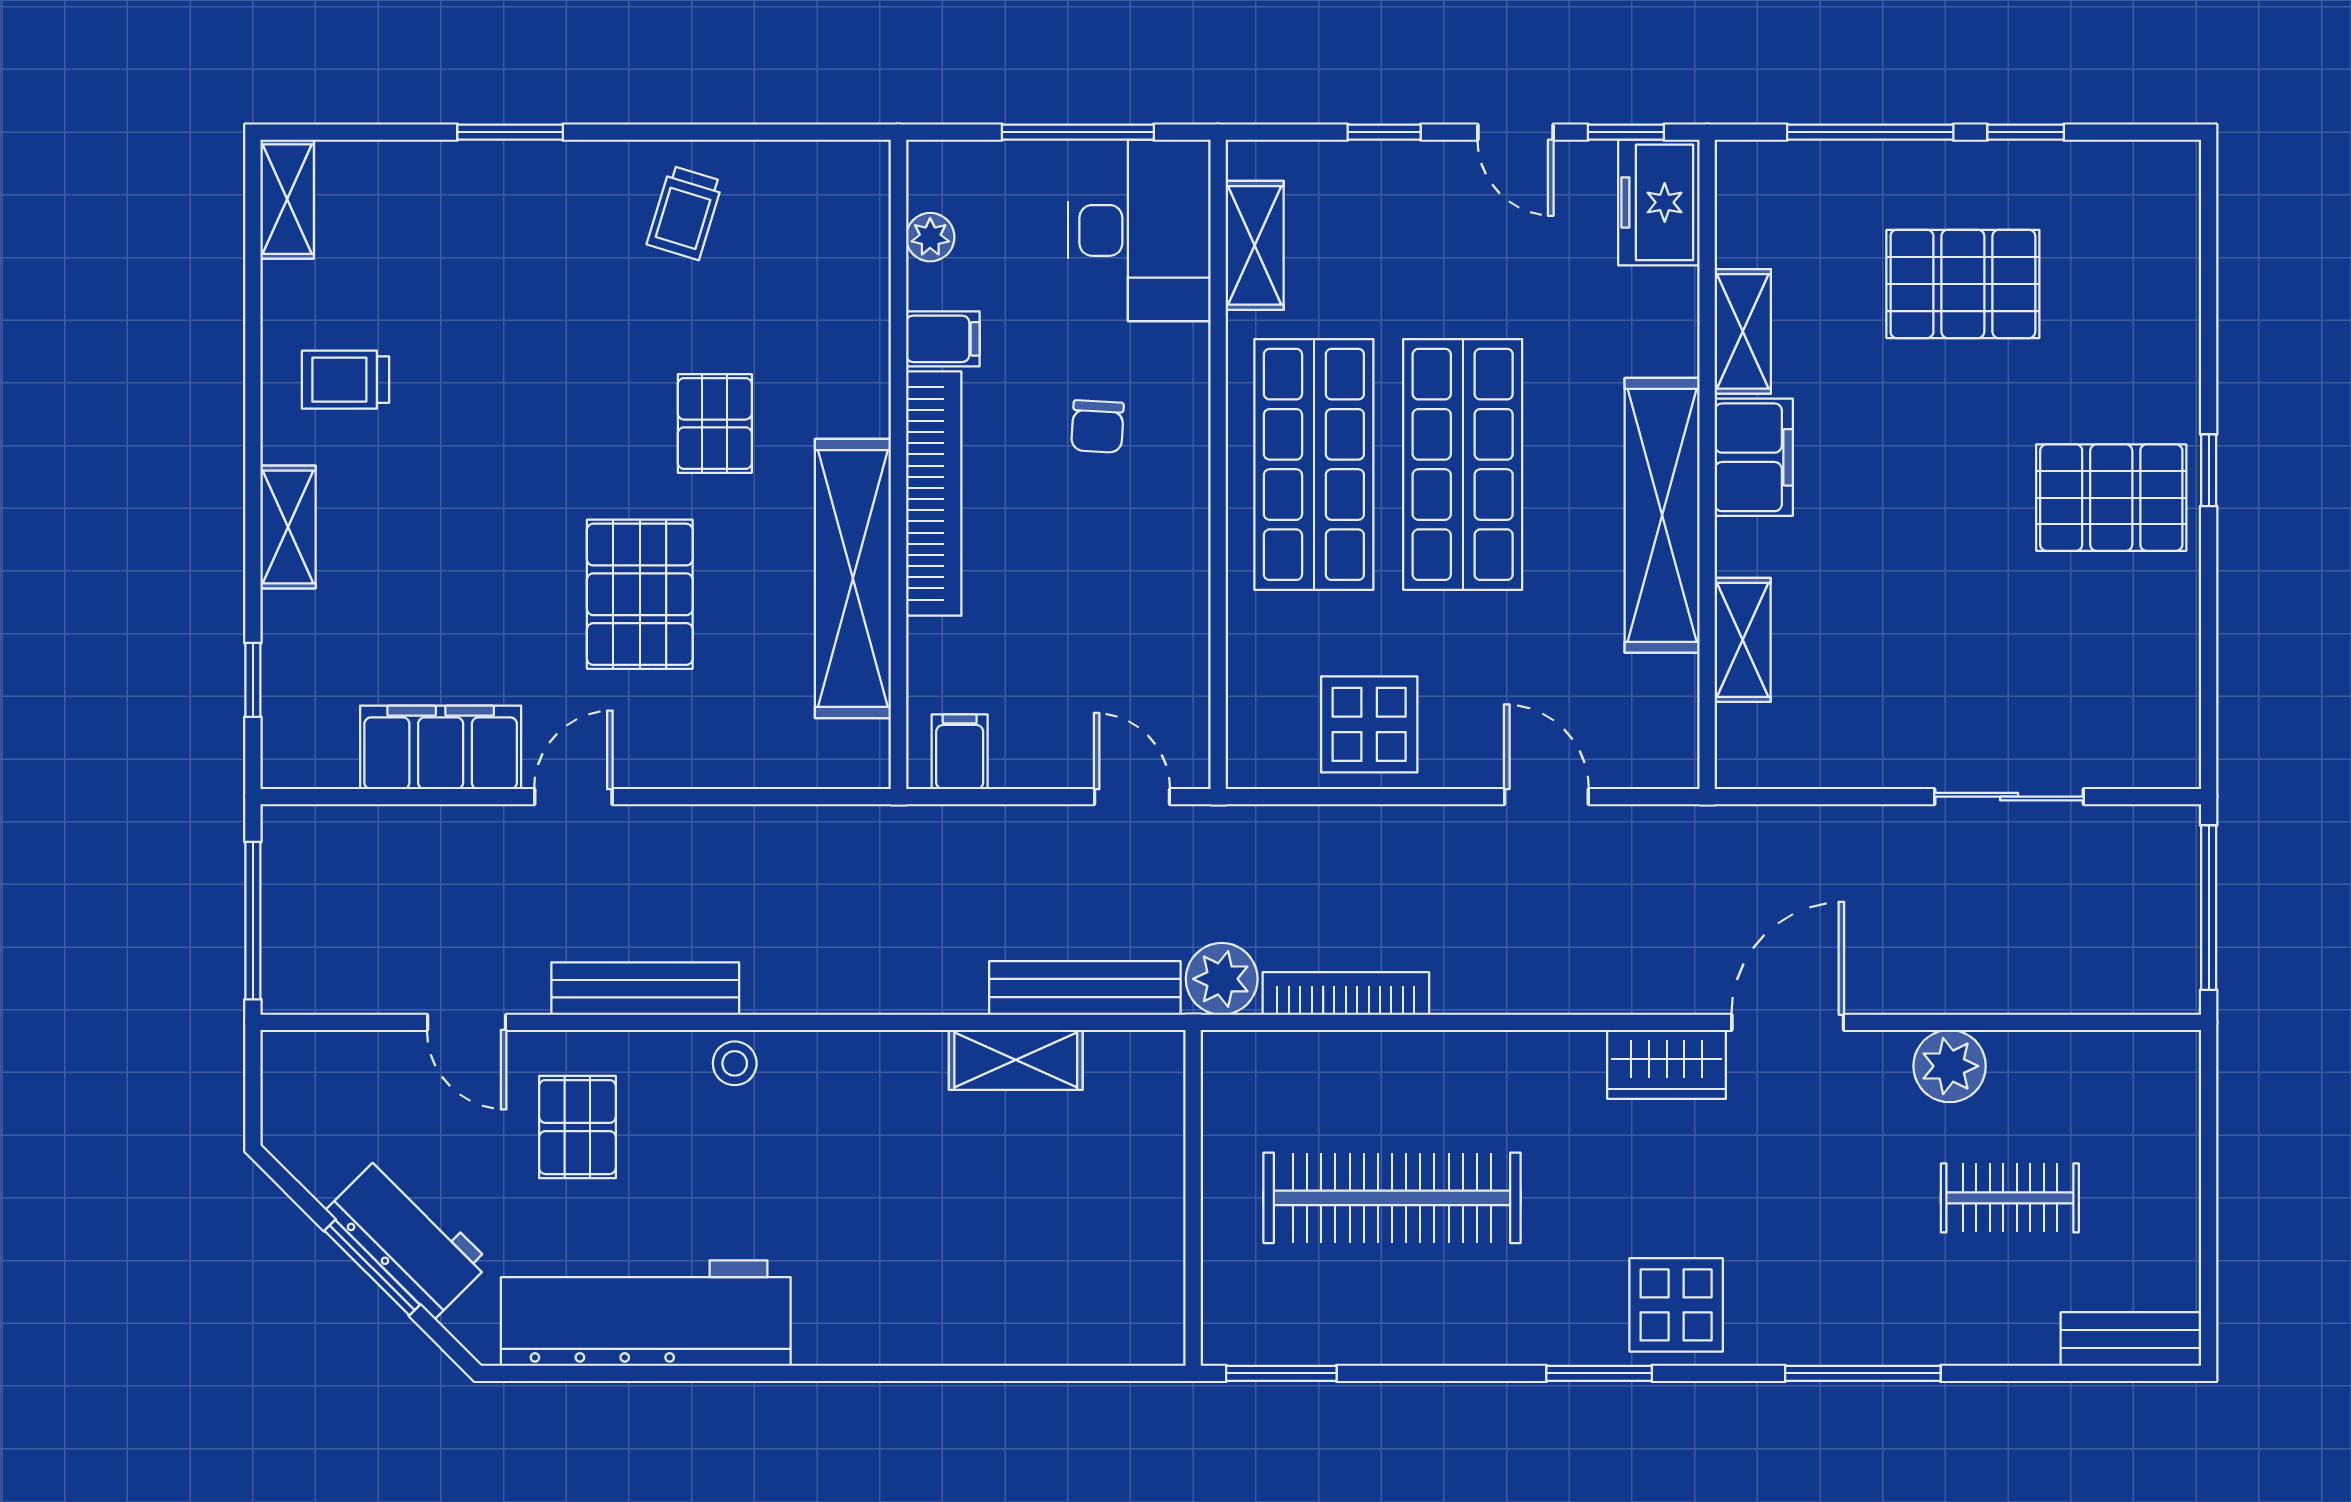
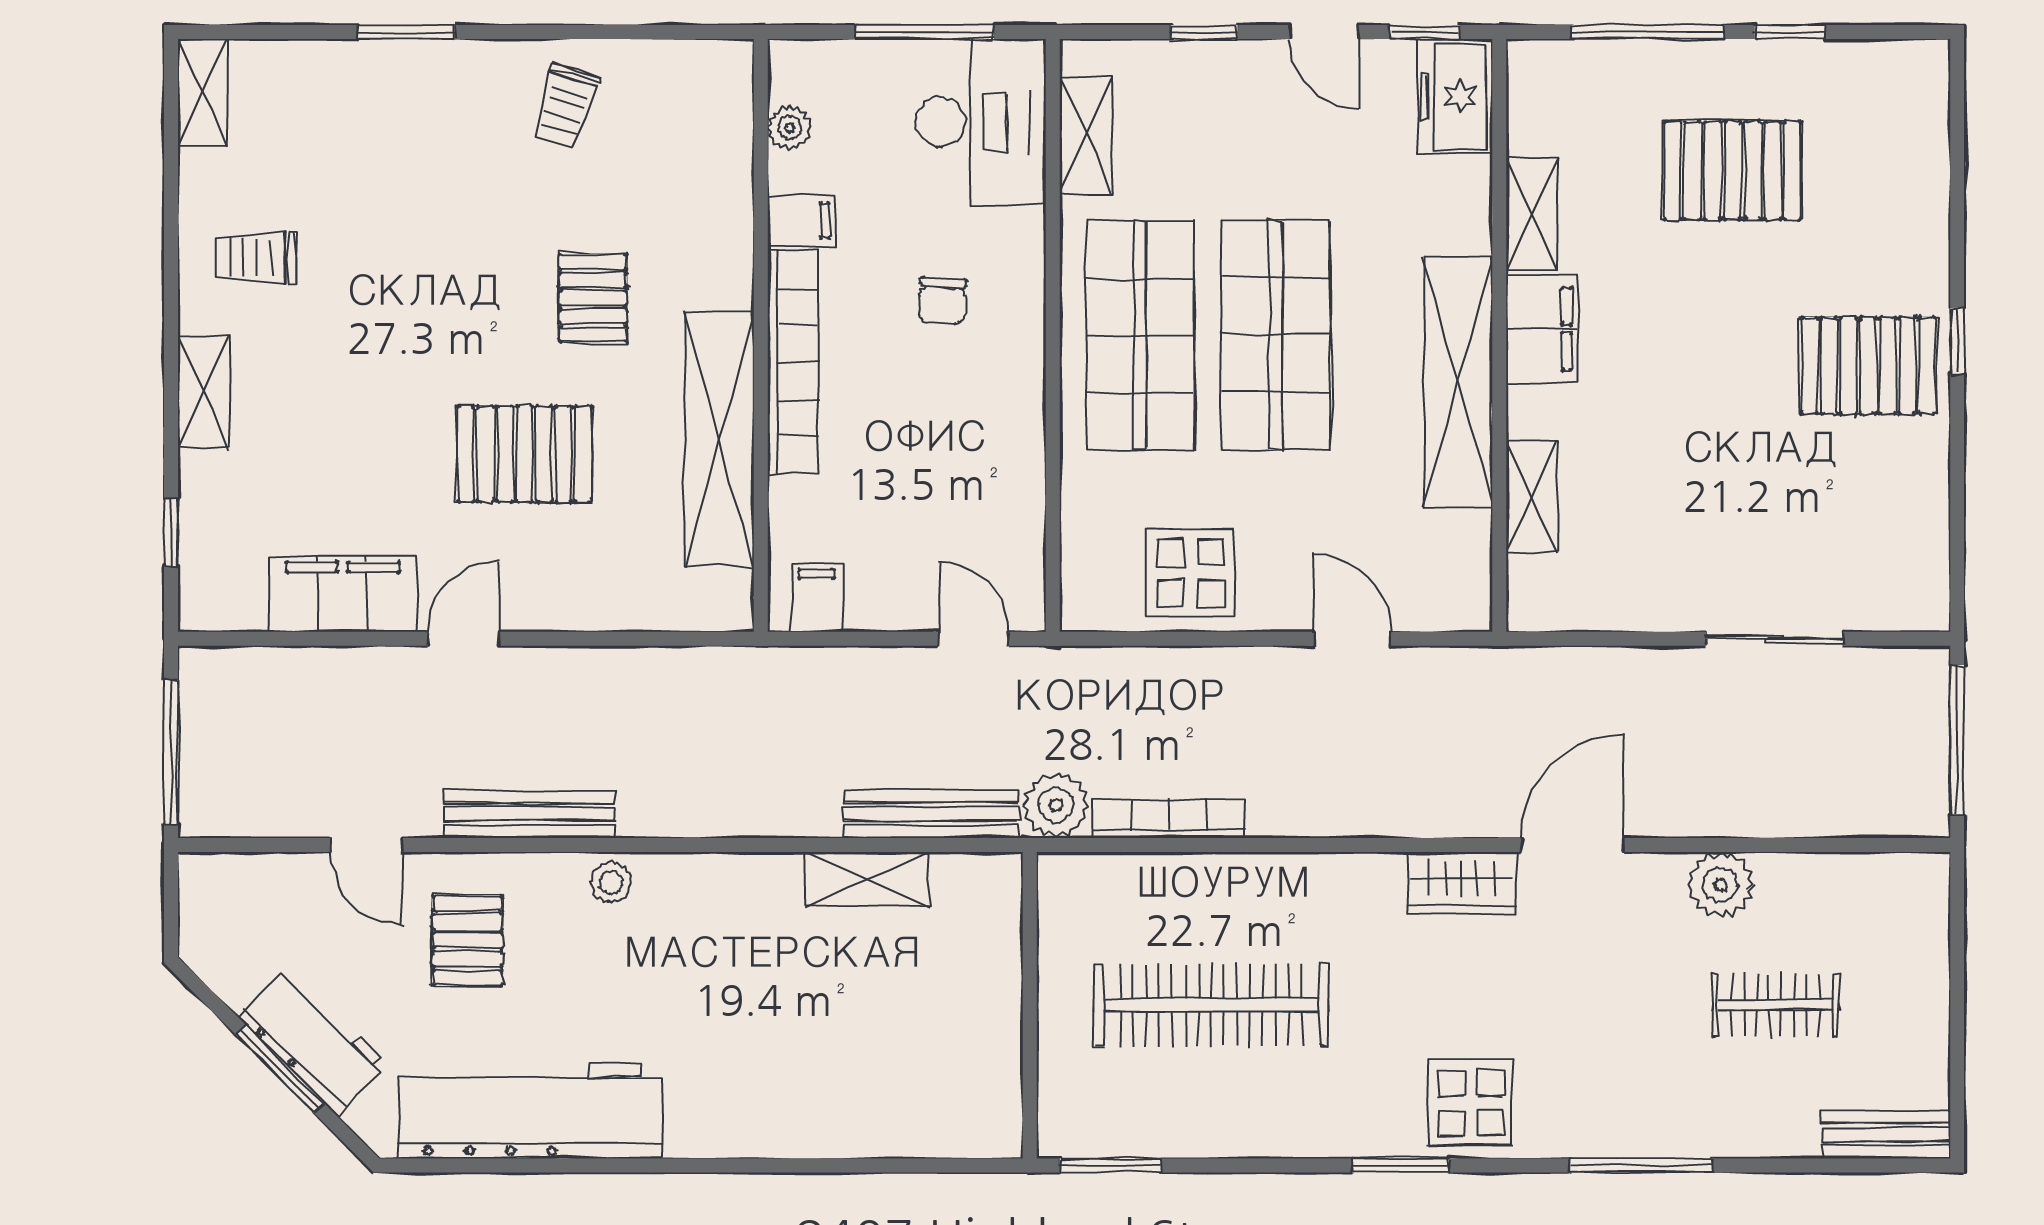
pallet: (640, 594) -> (524, 454), turned 90

